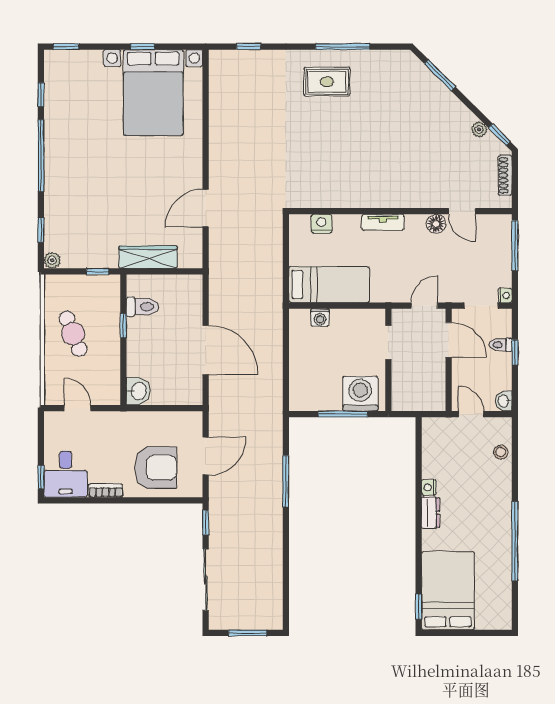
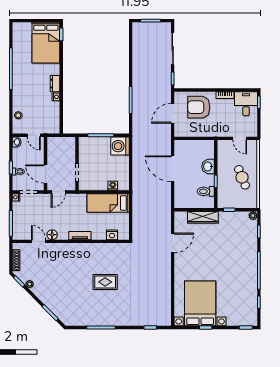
rug: (327, 82) -> (105, 282), moved
washbasin: (138, 391) -> (208, 166), moved
washing machine: (360, 394) -> (120, 146), moved, turned 90

